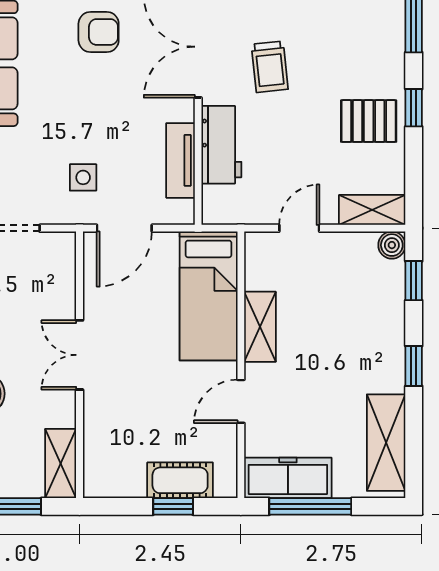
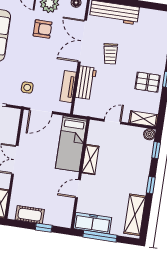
cot: (180, 480) -> (30, 215), moved

